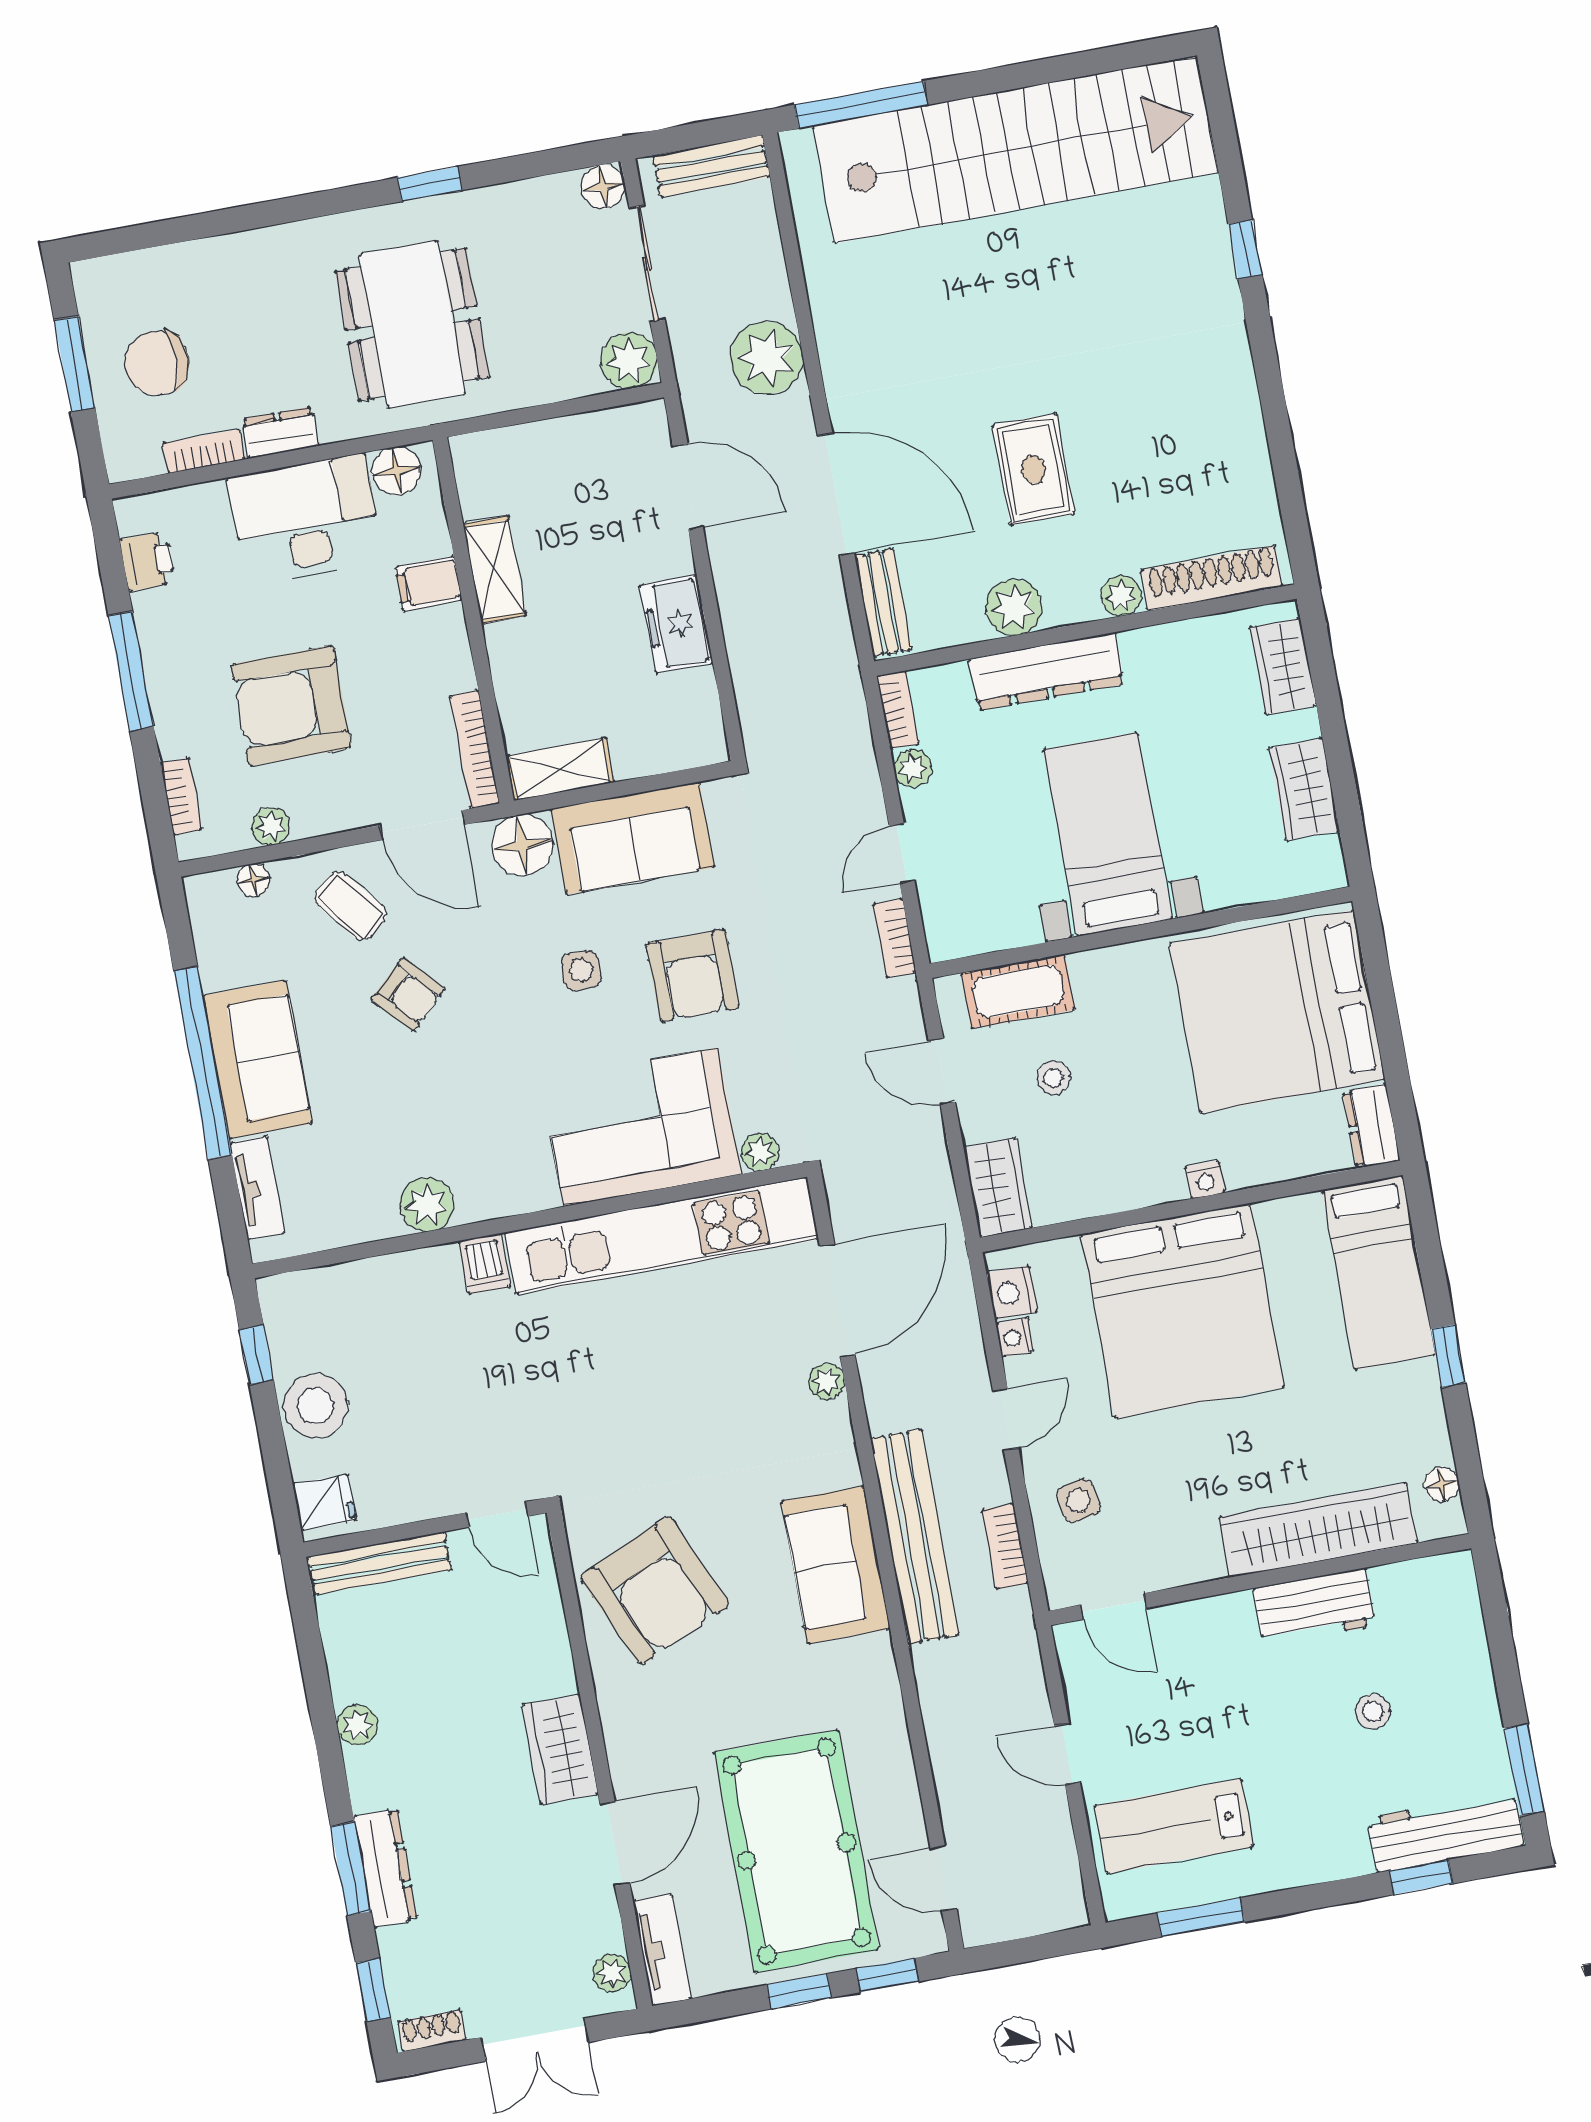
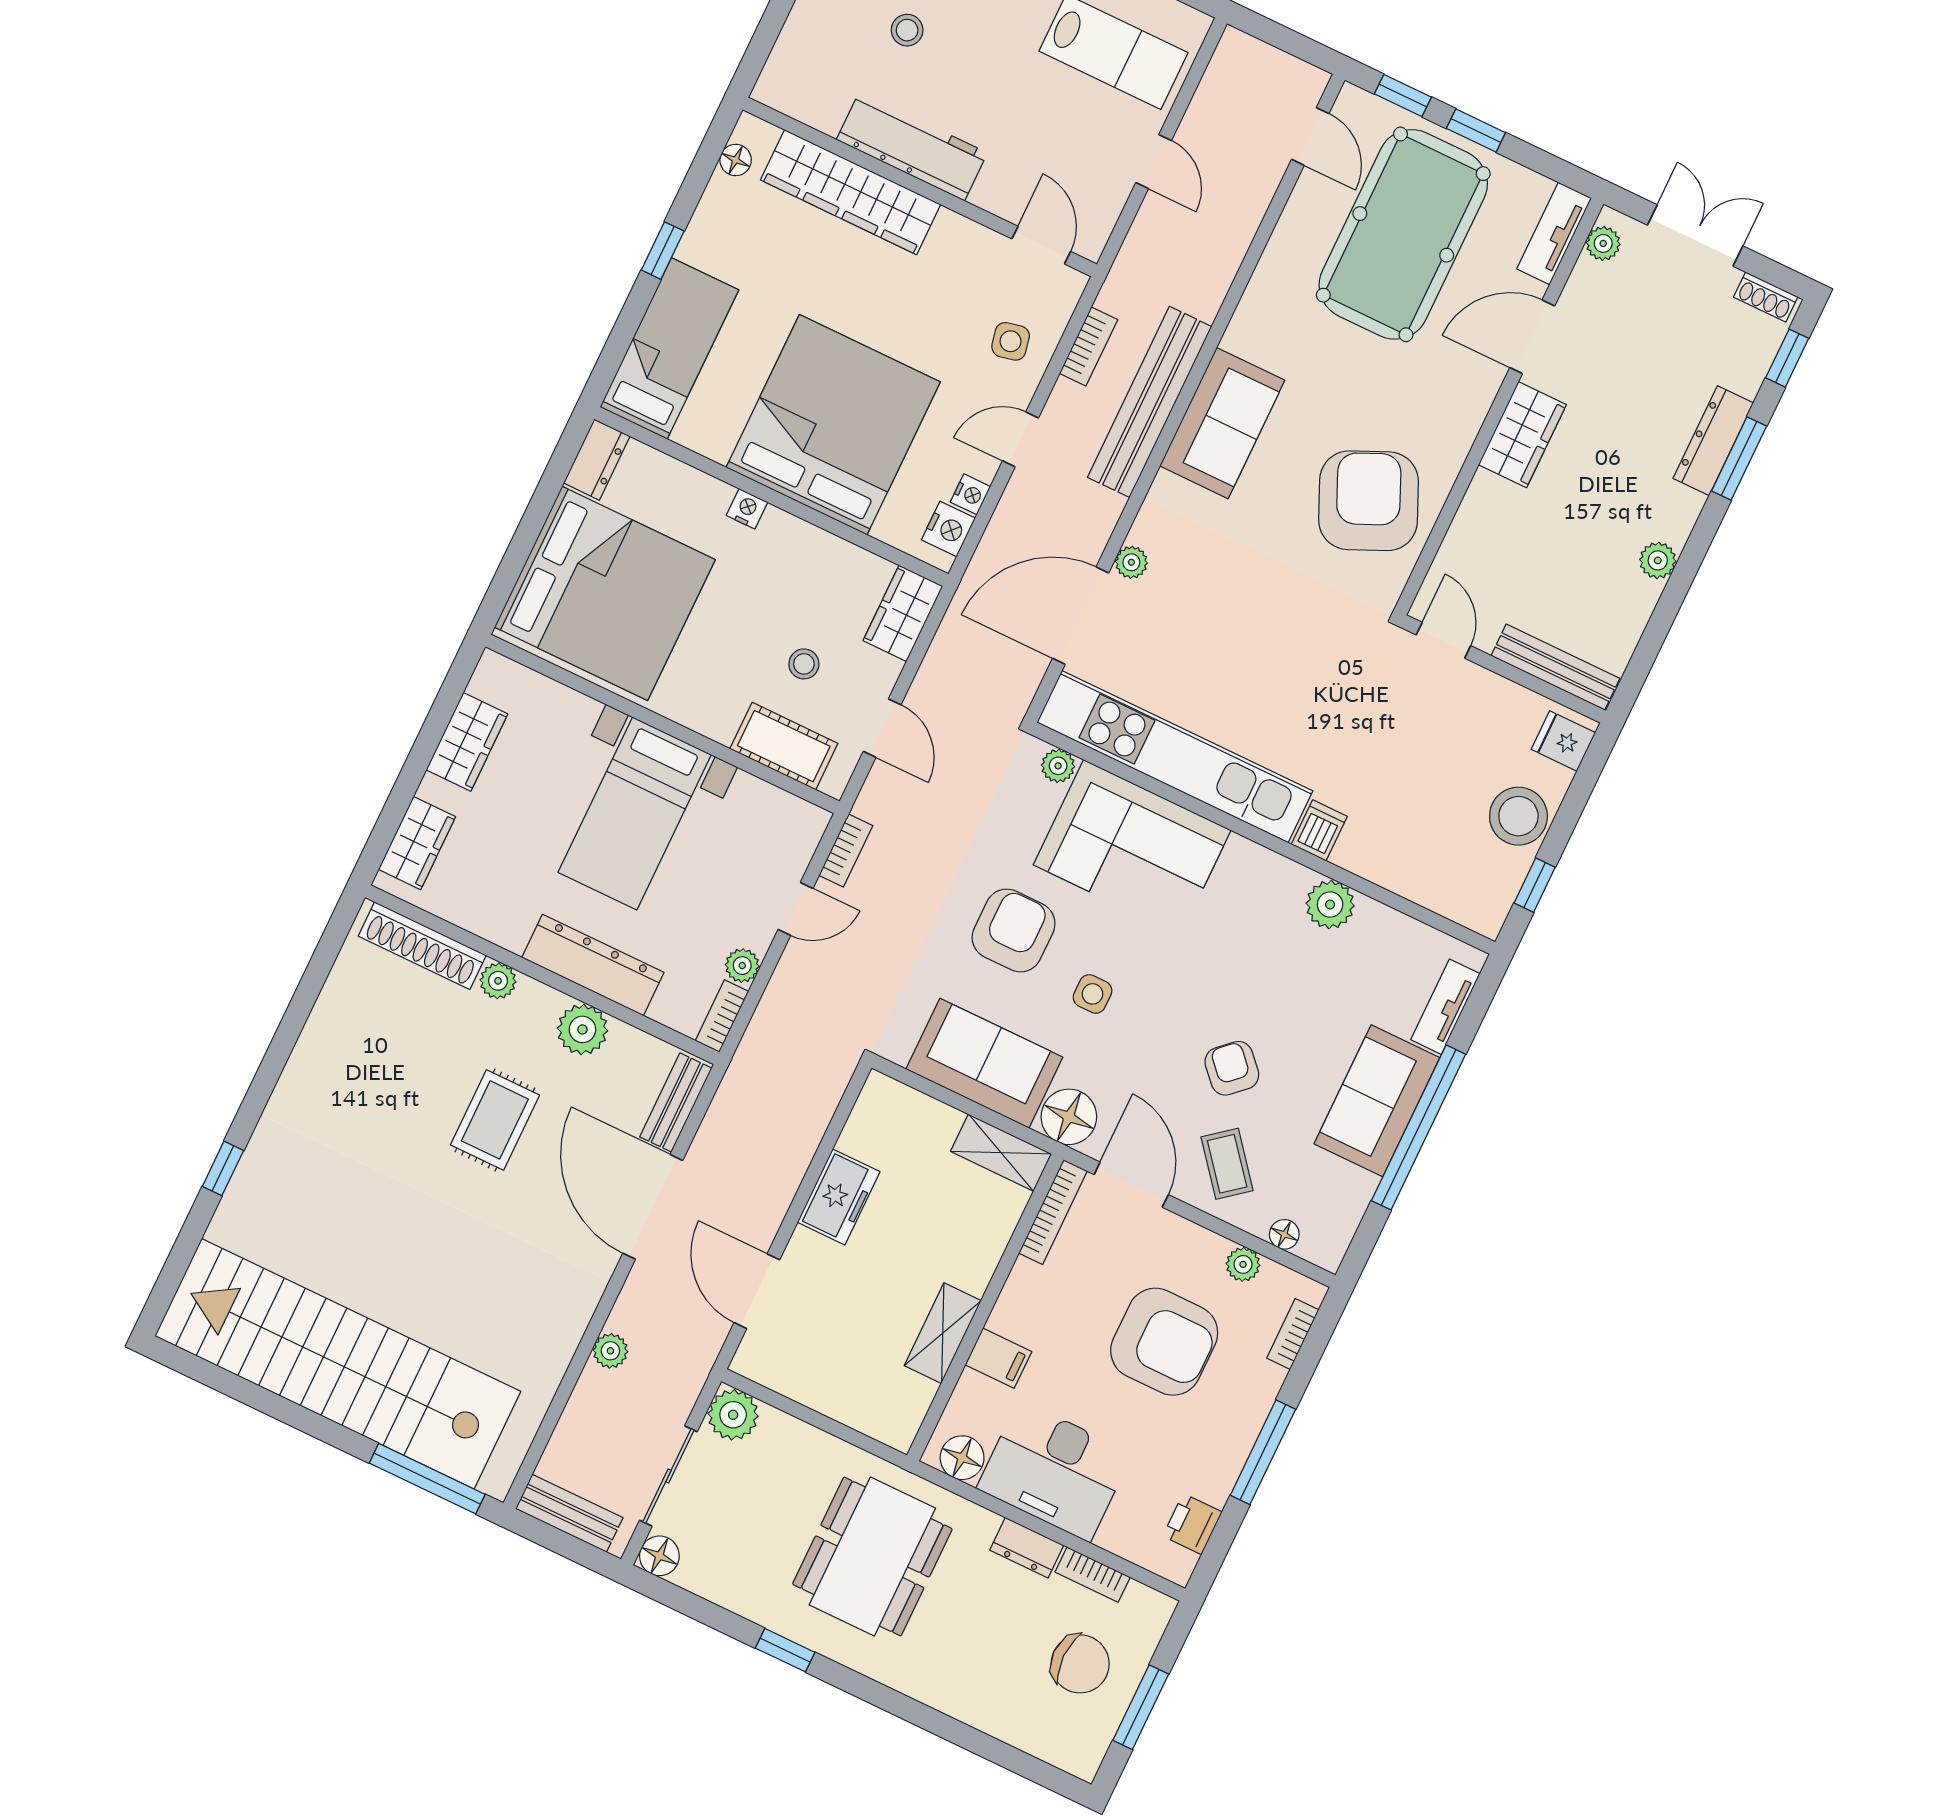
plant: (767, 358) -> (610, 1351), width x0.53, depth x0.53
workbench: (1314, 1607) -> (912, 146), width x1.38

